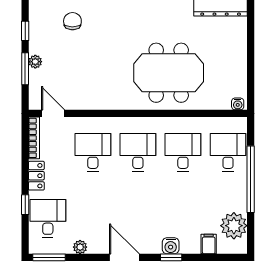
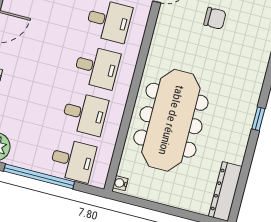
chair: (72, 21) -> (215, 18), moved
meeting table: (169, 73) -> (171, 120), width x1.36

